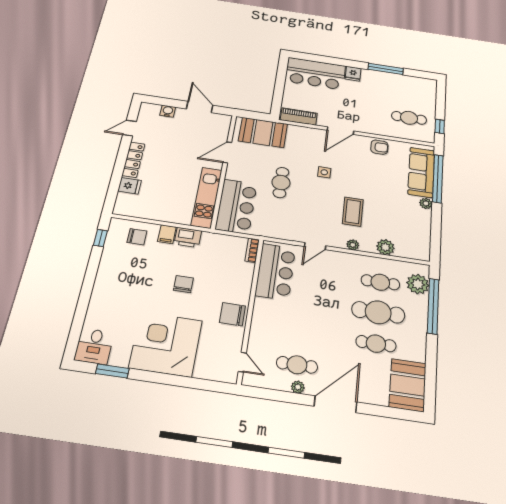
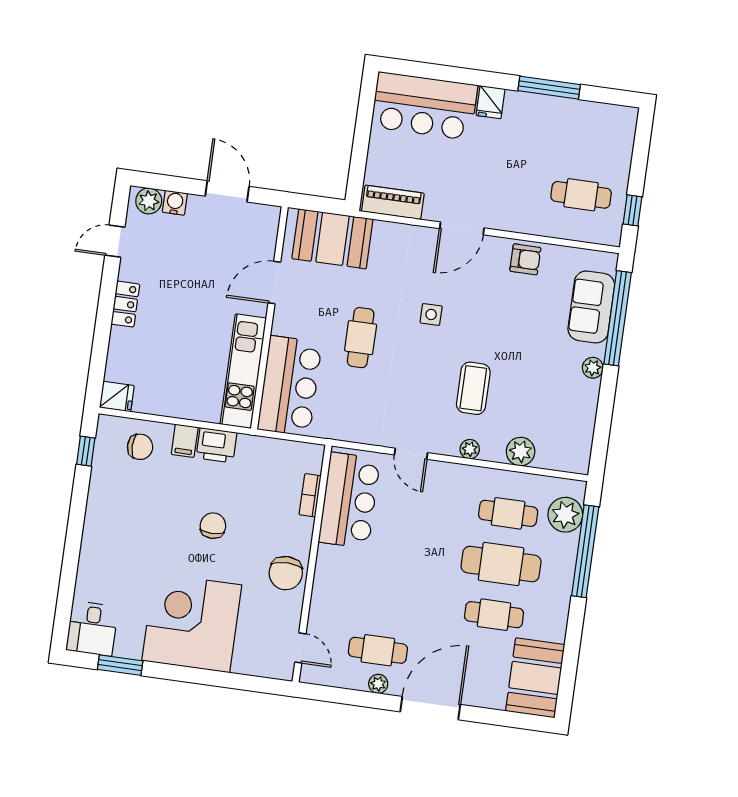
plant: (152, 110) -> (149, 201), added
locker: (133, 160) -> (125, 304), width x0.66
sofa: (421, 172) -> (591, 307), width x0.73
fridge: (130, 186) -> (117, 396), moved
door: (315, 246) -> (411, 454), hinge flipped
bookcase: (252, 250) -> (310, 495), moved
chair: (233, 314) -> (286, 573), turned -90

